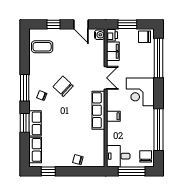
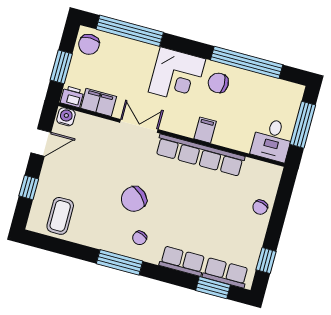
row of seats: (98, 110) -> (200, 155), width x1.36
window: (25, 123) -> (213, 288), moved
chair: (146, 156) -> (218, 83), moved

